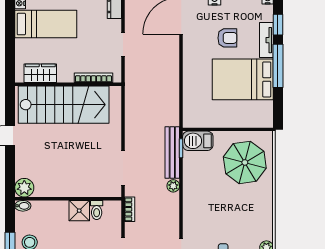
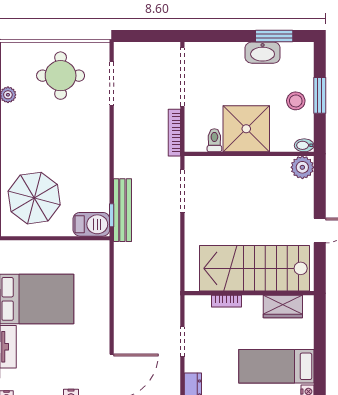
armchair: (227, 38) -> (55, 349), removed
bookcase: (93, 78) -> (227, 301), width x0.64
plant: (173, 186) -> (121, 170), removed
bookcase: (130, 209) -> (174, 133), width x1.56
shower: (79, 211) -> (246, 129), width x1.86, depth x1.86

